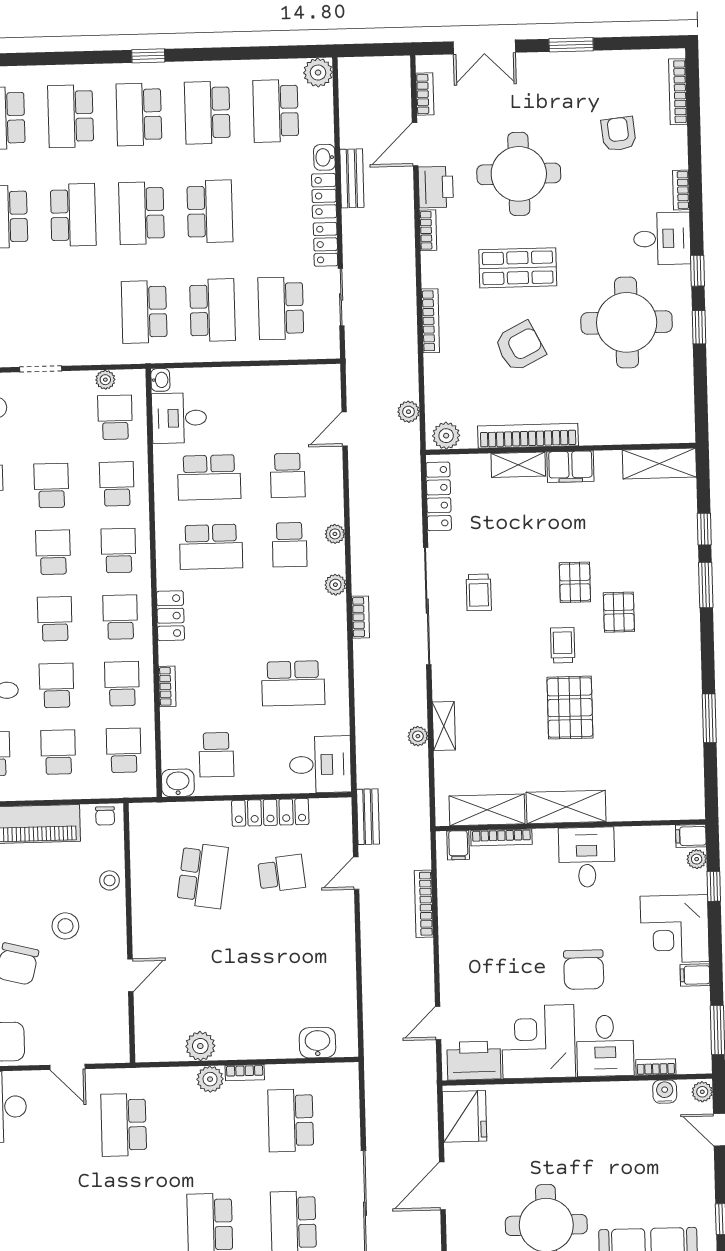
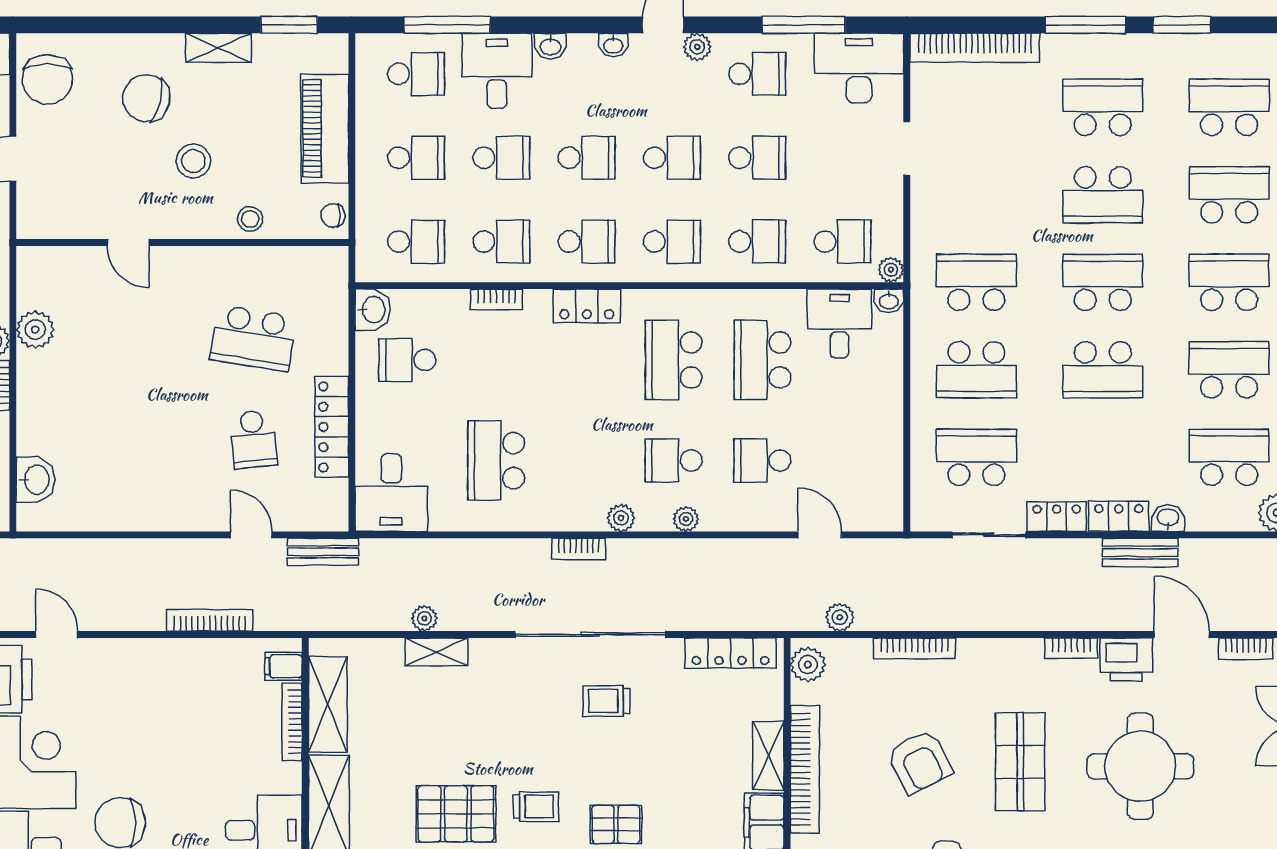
bookcase: (430, 321) -> (915, 648), moved
plant: (105, 380) -> (891, 270), moved

